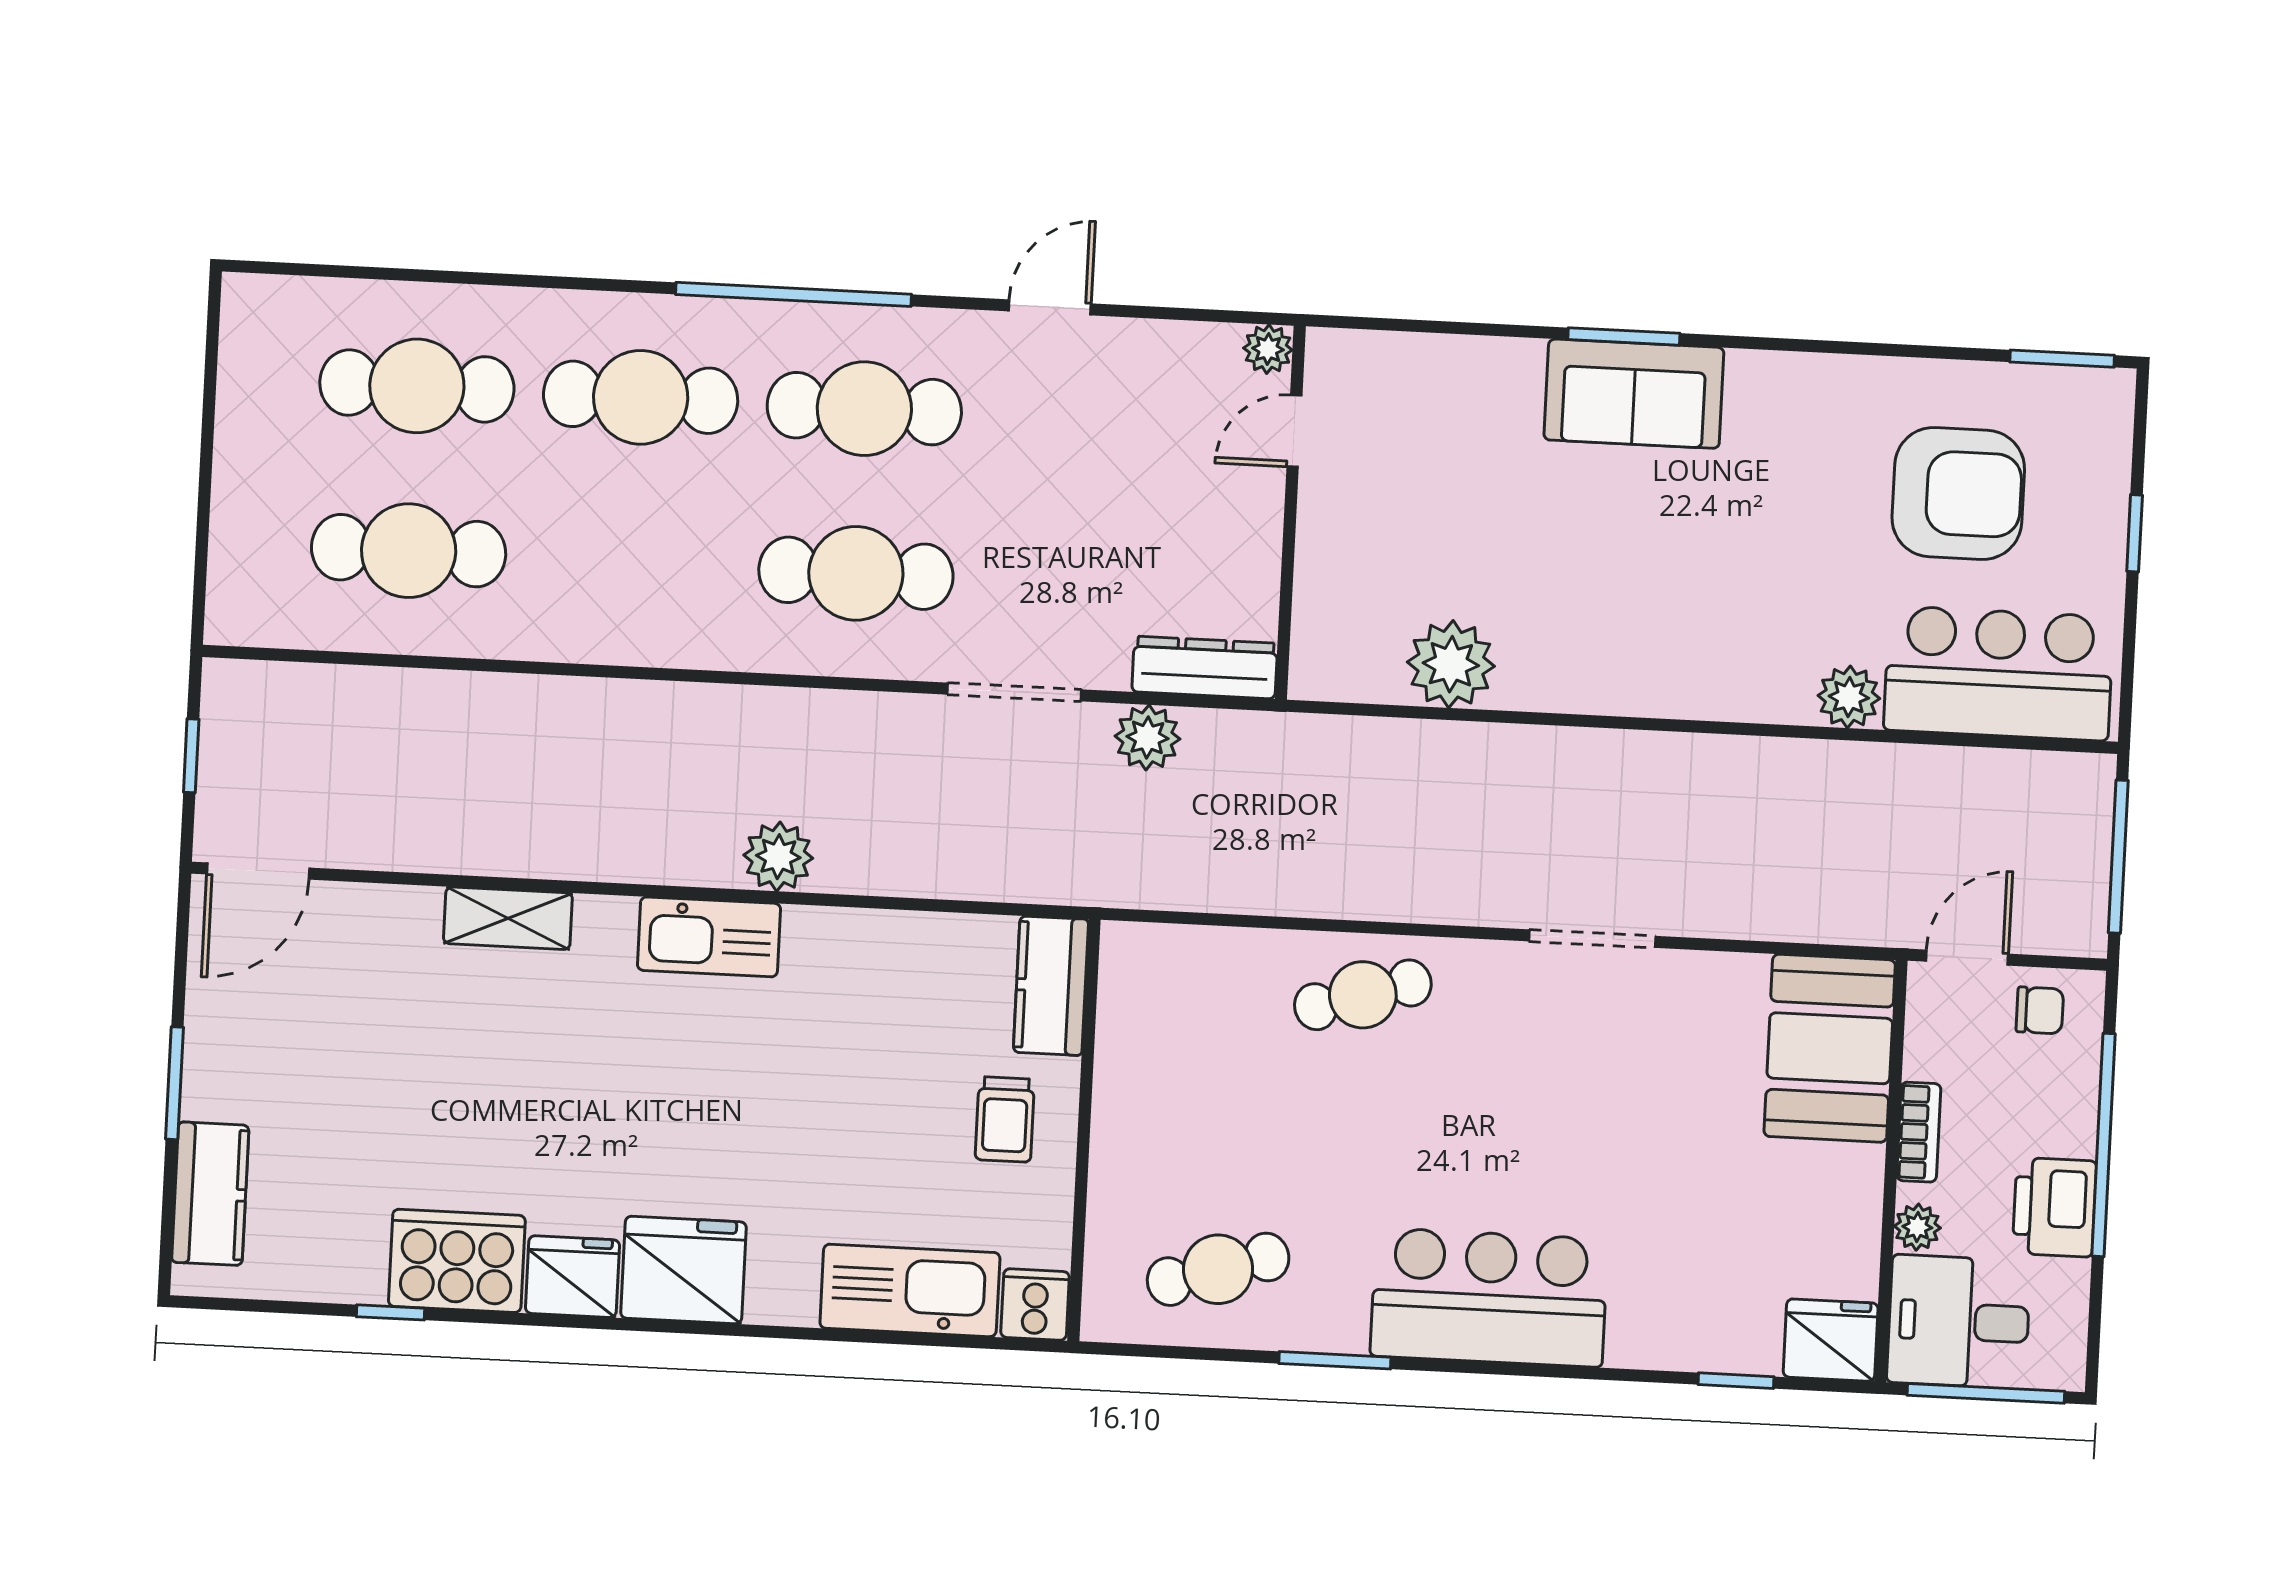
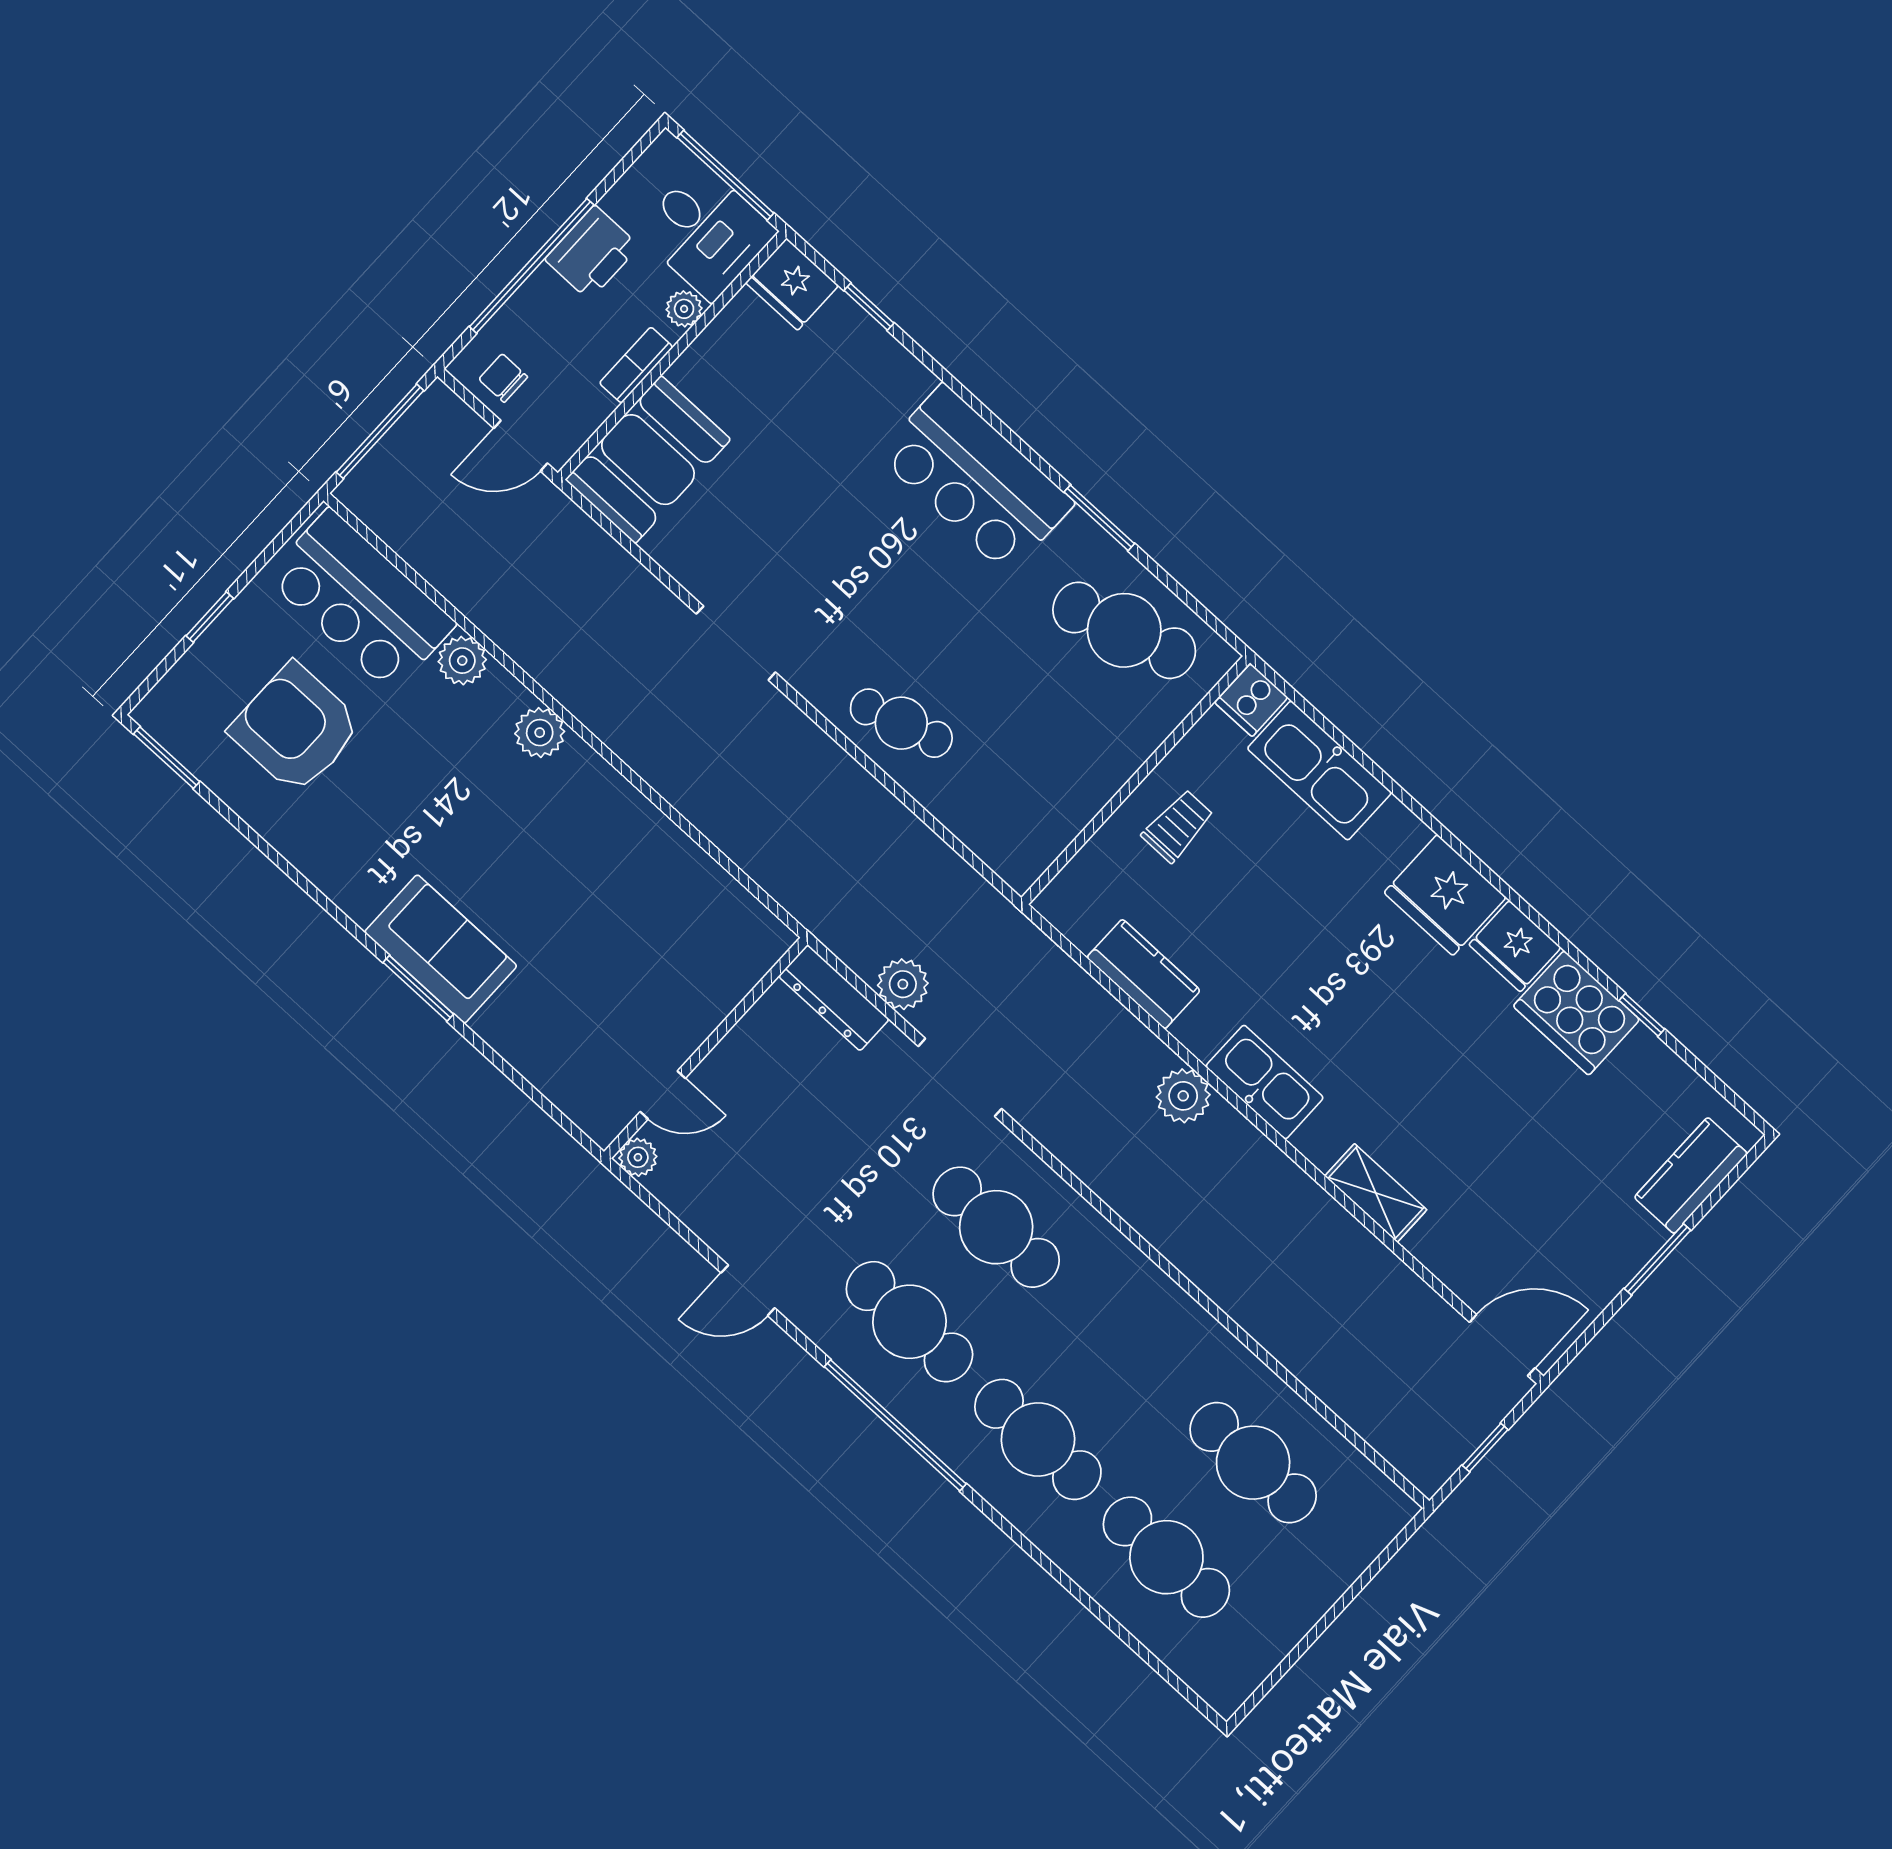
plant: (1451, 664) -> (540, 733), moved, width x0.73, depth x0.73
kitchen counter: (1051, 986) -> (1143, 974), moved, turned -90
cafe table: (1218, 1269) -> (1124, 630), width x1.37, depth x1.35

